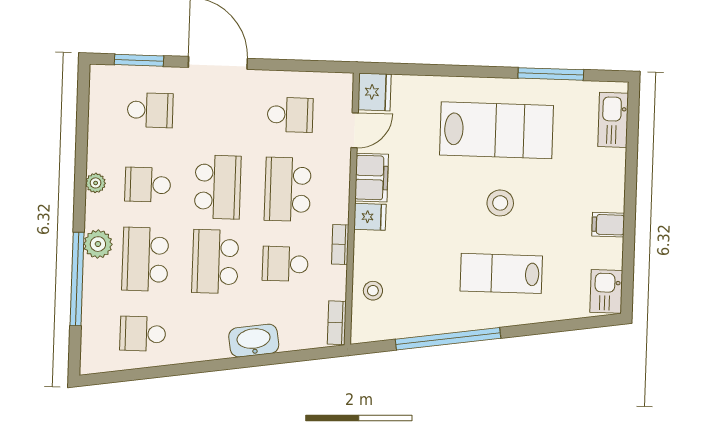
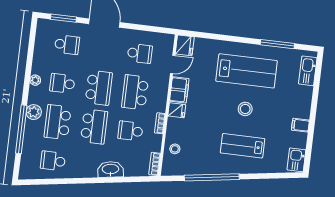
school desk: (215, 262) -> (94, 127), turned 180

